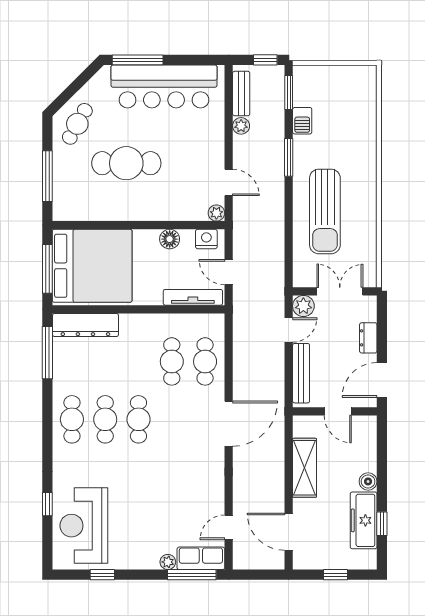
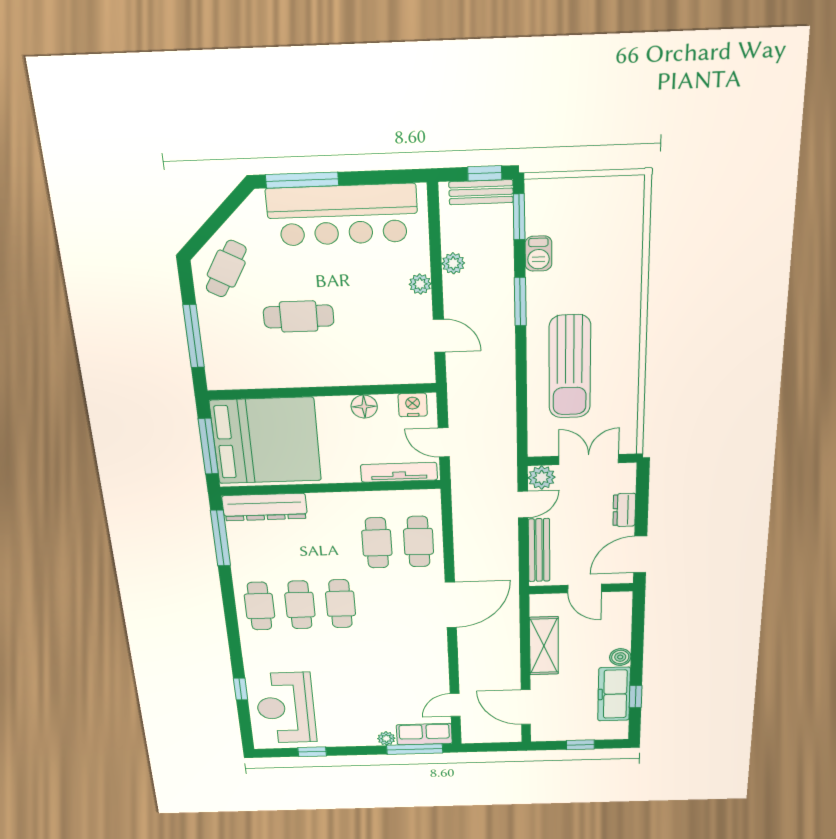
bench: (241, 94) -> (481, 192), moved, turned 90
cafe table: (126, 163) -> (299, 316), width x0.73, depth x0.74
plant: (216, 213) -> (420, 284), moved

